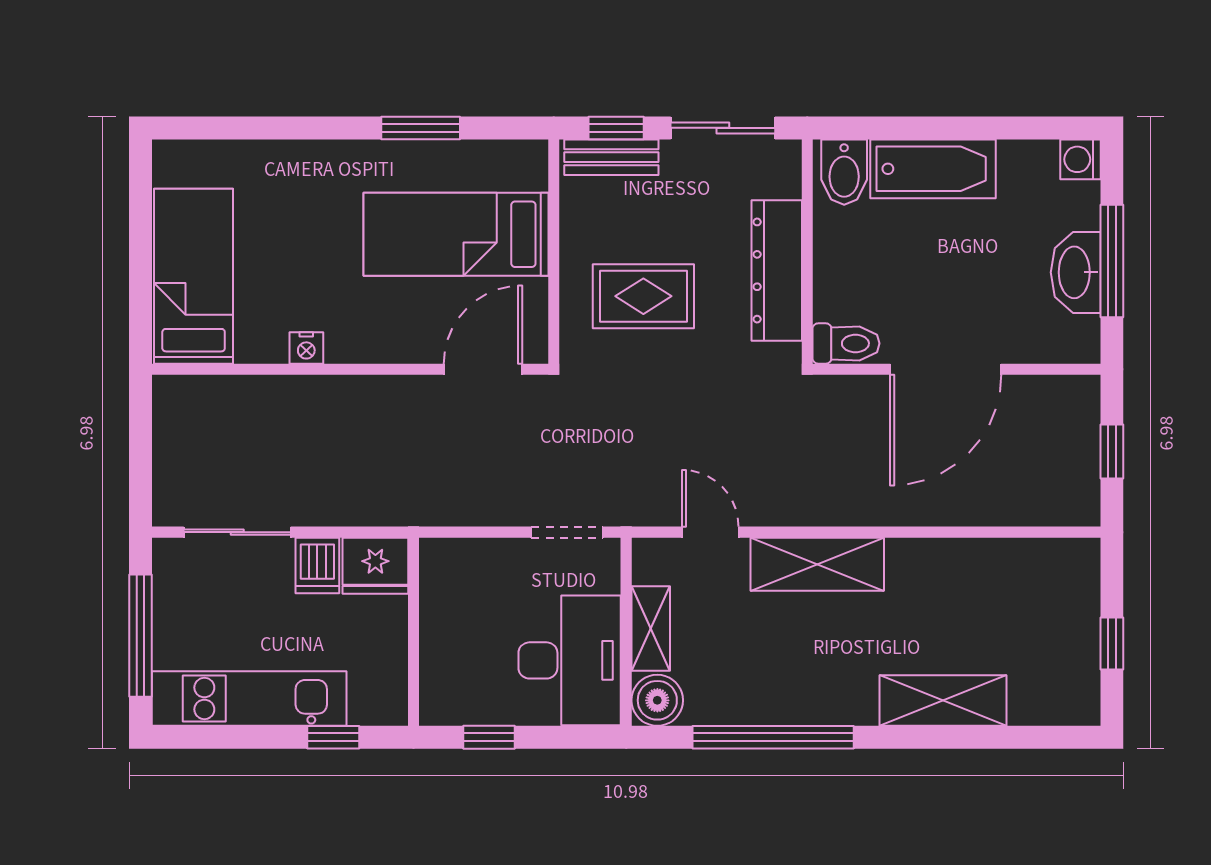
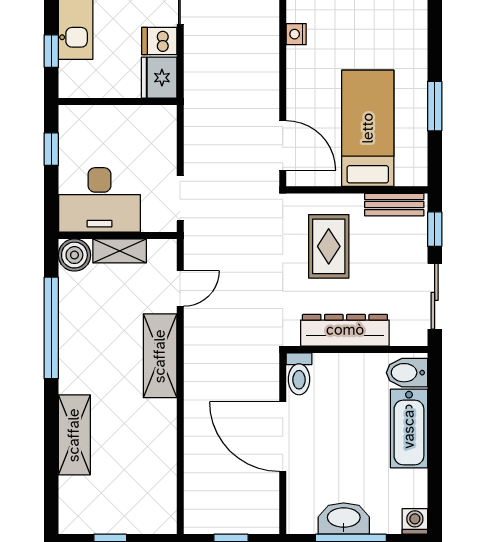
bench: (611, 157) -> (394, 205), moved, turned 90

